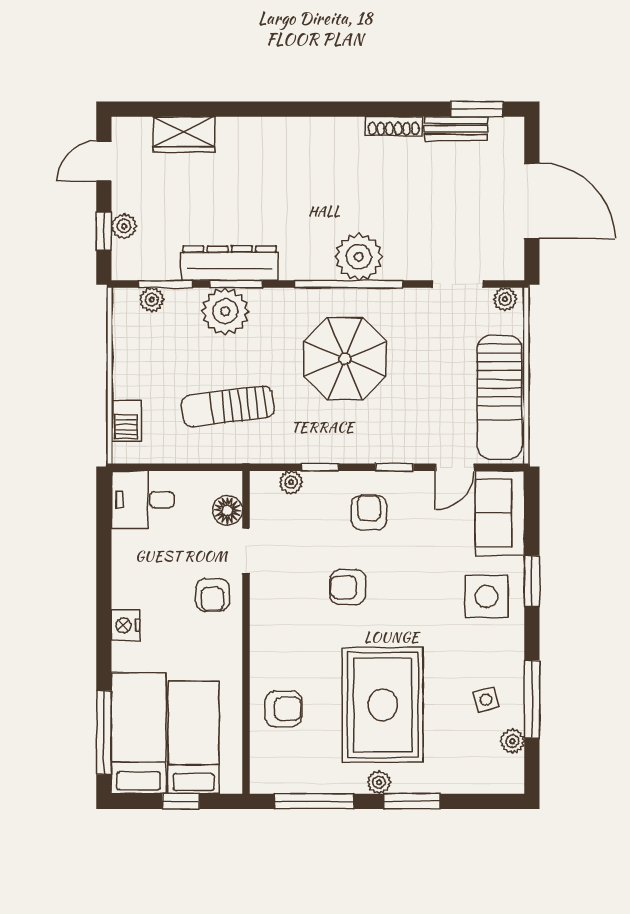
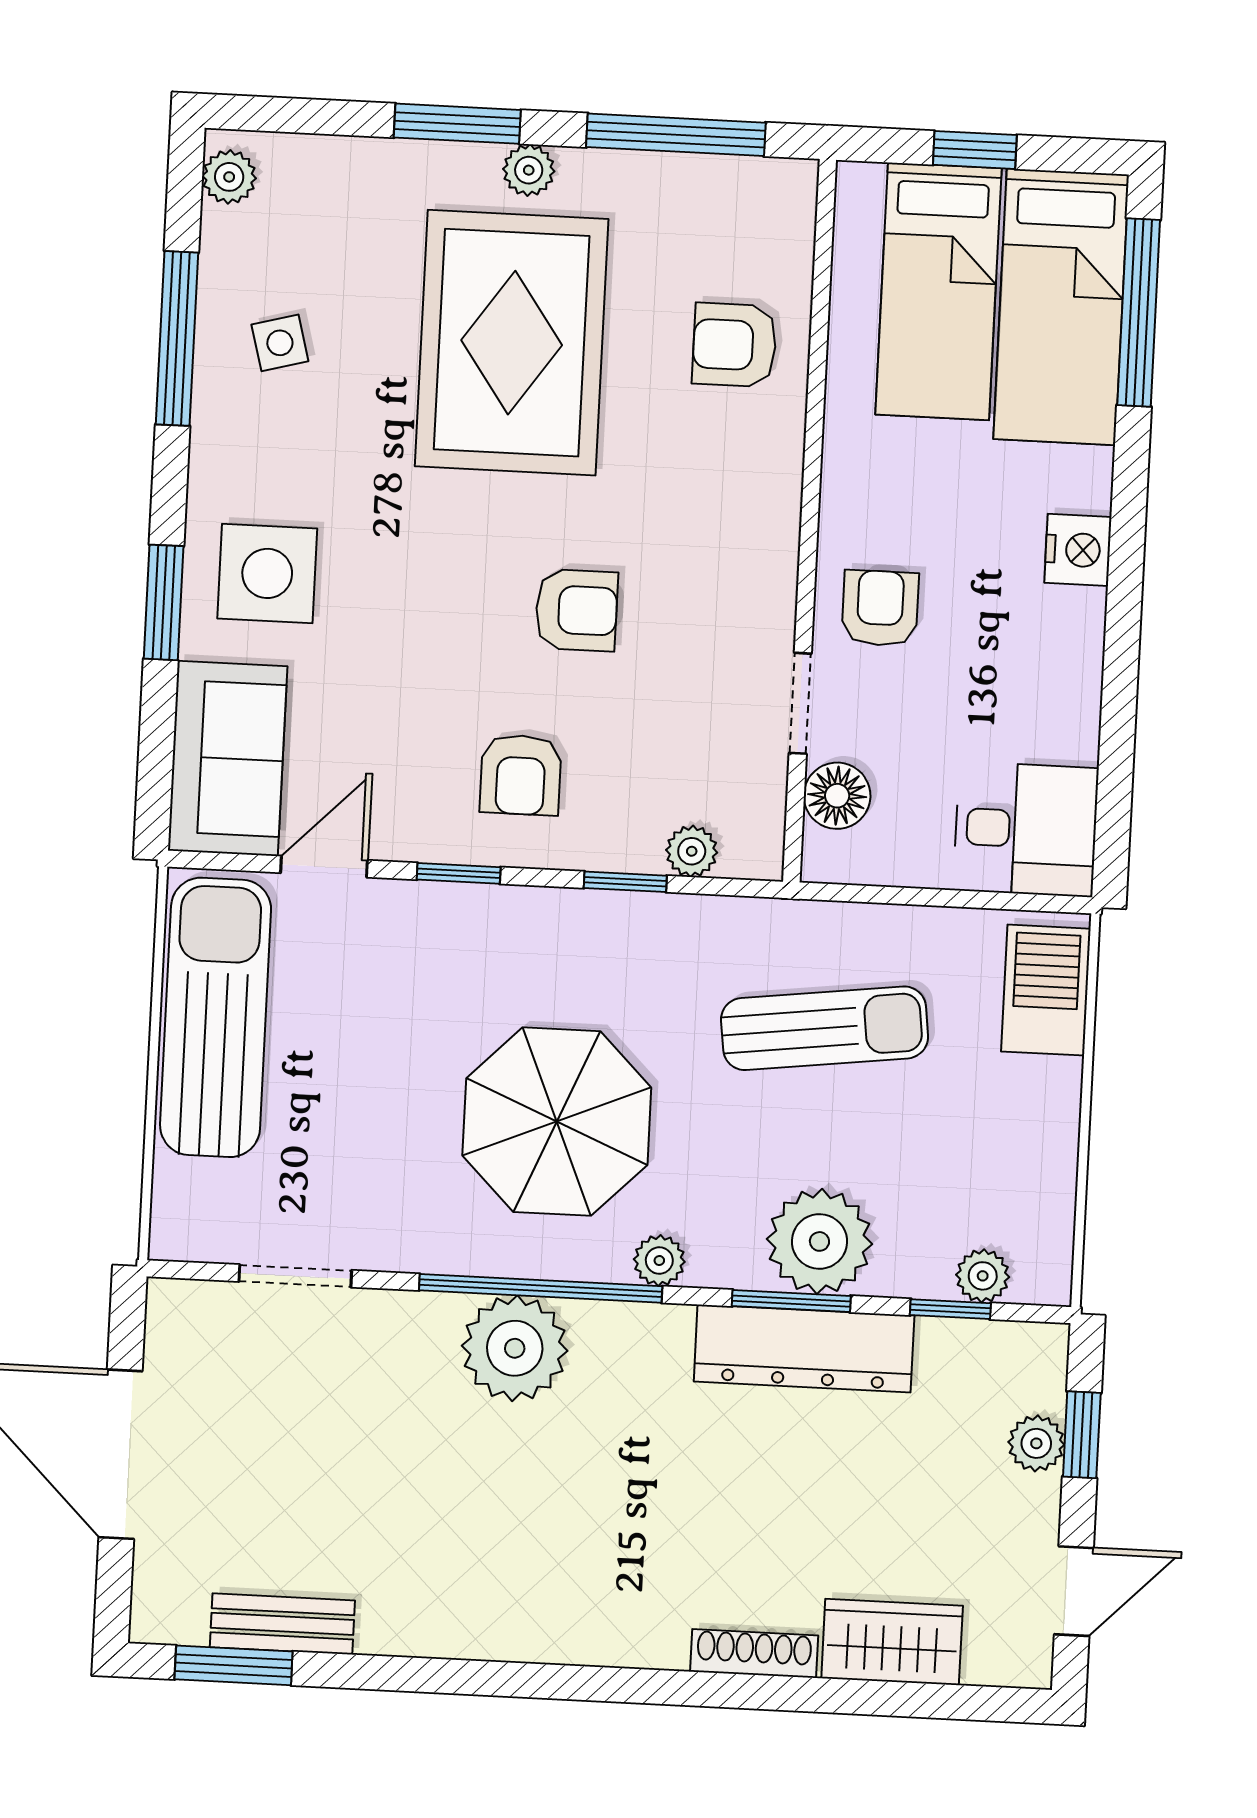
shoe rack: (394, 126) -> (754, 1654), moved
window: (165, 284) -> (950, 1309), width x0.67
plant: (505, 299) -> (659, 1261), moved
barbecue: (126, 421) -> (1046, 990), width x1.38, depth x1.27
plant: (512, 741) -> (229, 177), moved

